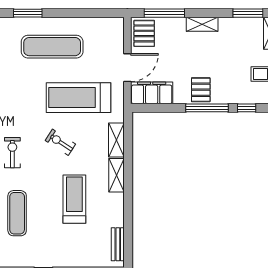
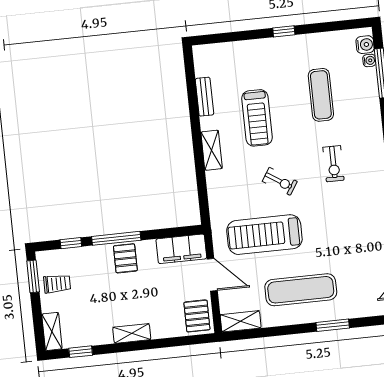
window: (164, 13) -> (176, 342), removed
window: (248, 13) -> (81, 352), width x0.67
door: (127, 68) -> (212, 275), swing flipped
treadmill: (78, 98) -> (264, 235), turned 180
shelving: (116, 140) -> (241, 321), moved, turned 90
bench: (118, 244) -> (204, 97), moved

